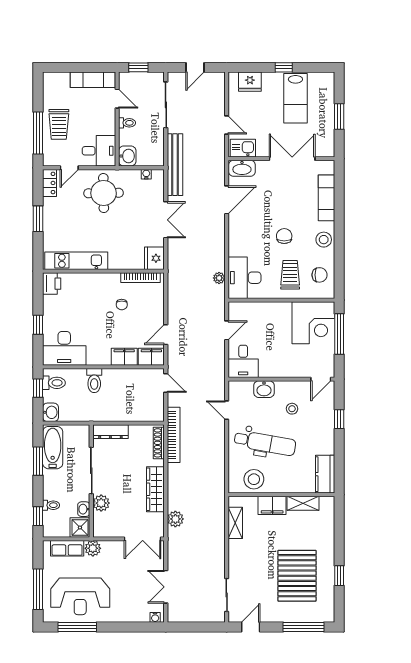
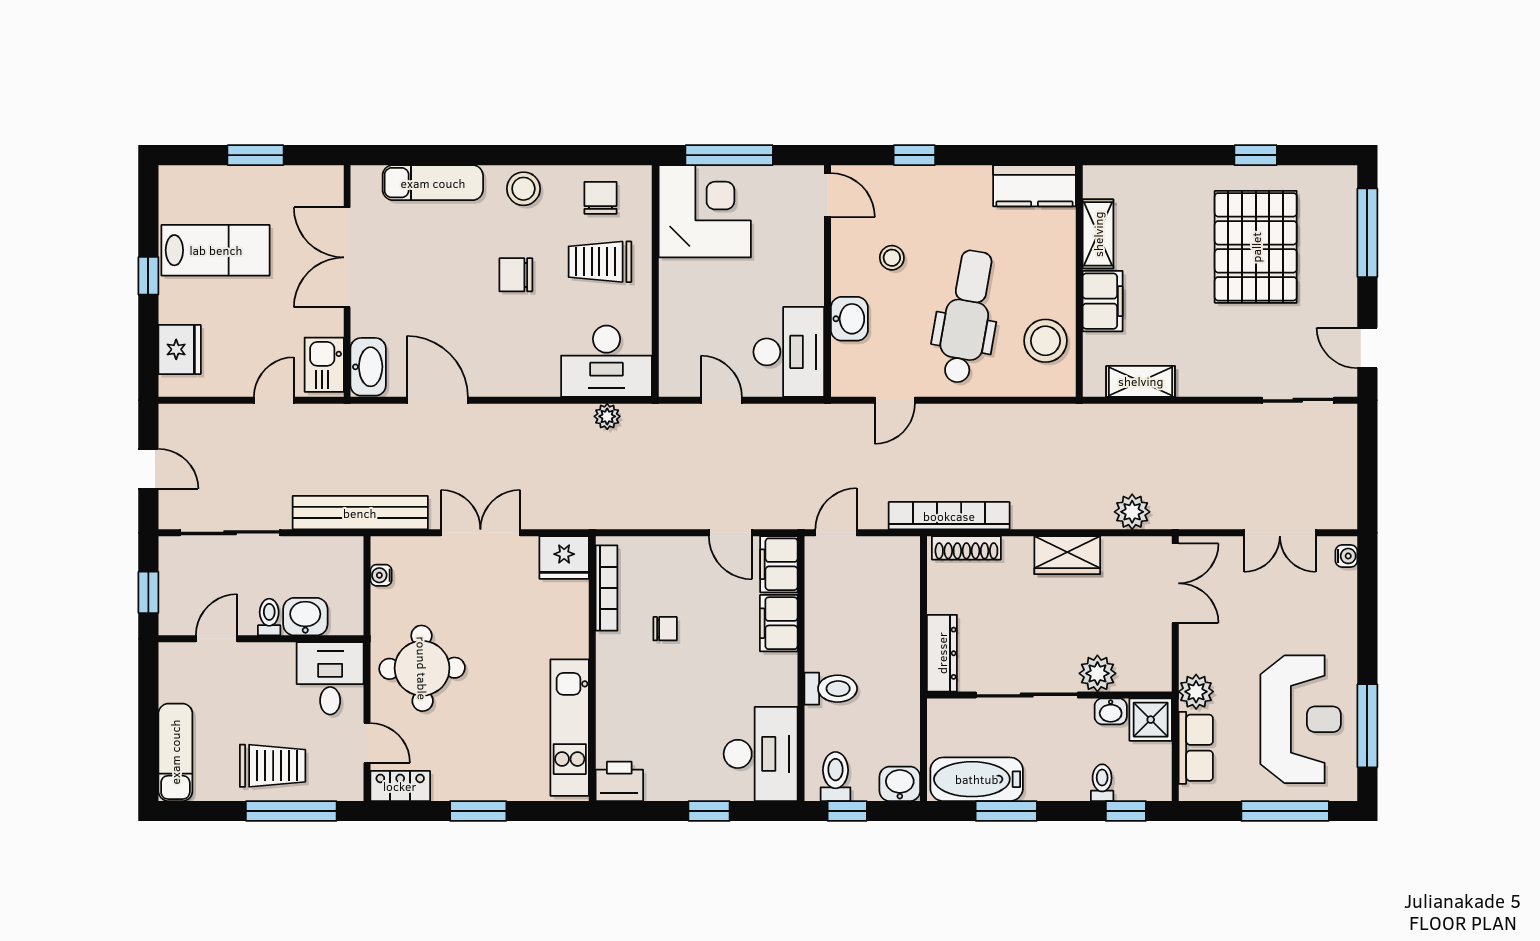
exam couch: (93, 80) -> (175, 752), moved
washbasin: (127, 156) -> (305, 617), moved
desk: (243, 361) -> (789, 352), width x1.37
wardrobe: (155, 489) -> (1067, 555), width x0.67
pallet: (297, 576) -> (1256, 247), turned 90

